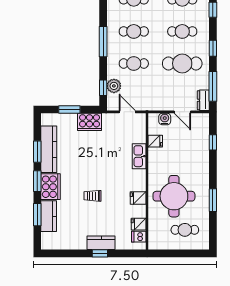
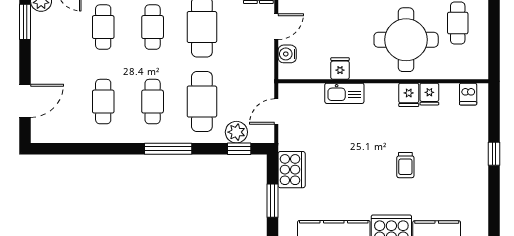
cafe table: (134, 63) -> (202, 102), width x1.37, depth x1.35
fridge: (155, 141) -> (340, 68), moved
fridge: (139, 224) -> (429, 94), moved
kitchen counter: (101, 243) -> (478, 152), removed

